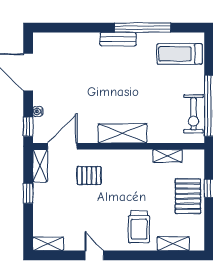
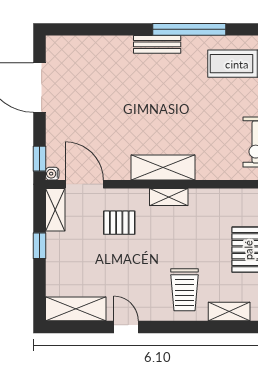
water cooler: (38, 111) -> (52, 174), moved
door: (62, 146) -> (84, 184), hinge flipped
shelving: (168, 156) -> (169, 197), moved
shelving: (48, 244) -> (76, 309), width x1.50, depth x1.33

